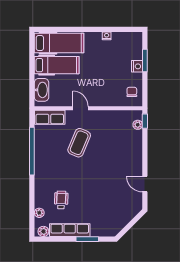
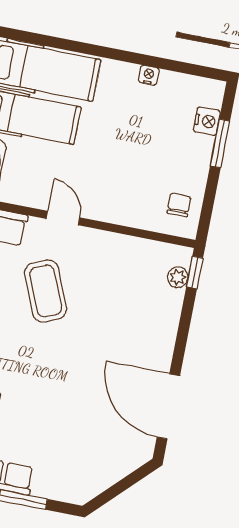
nightstand: (137, 66) -> (207, 121), moved
coffee table: (79, 143) -> (46, 291), turned -46
door: (145, 184) -> (168, 406), width x1.88

